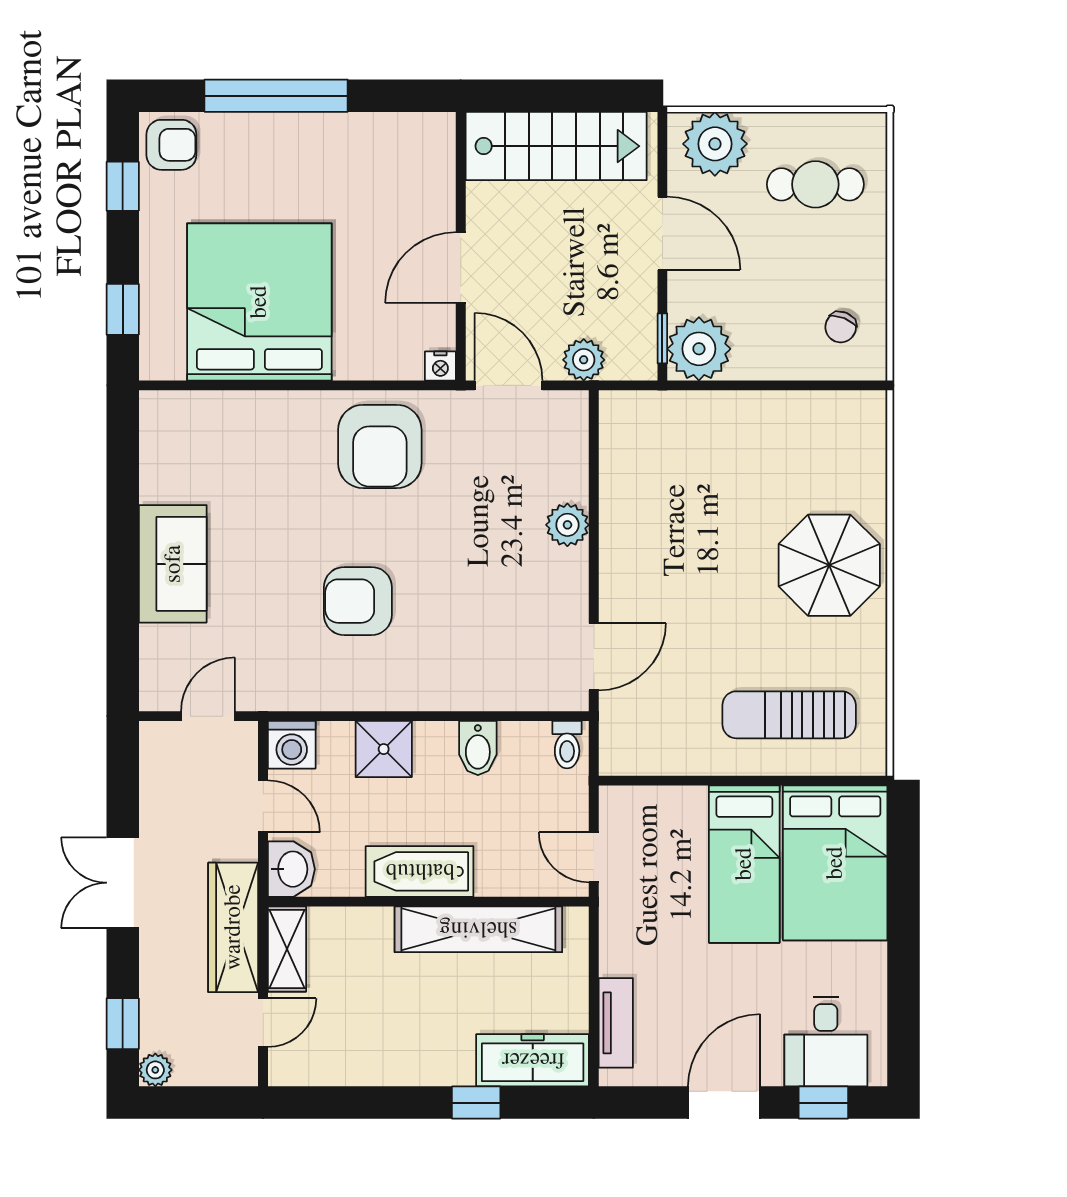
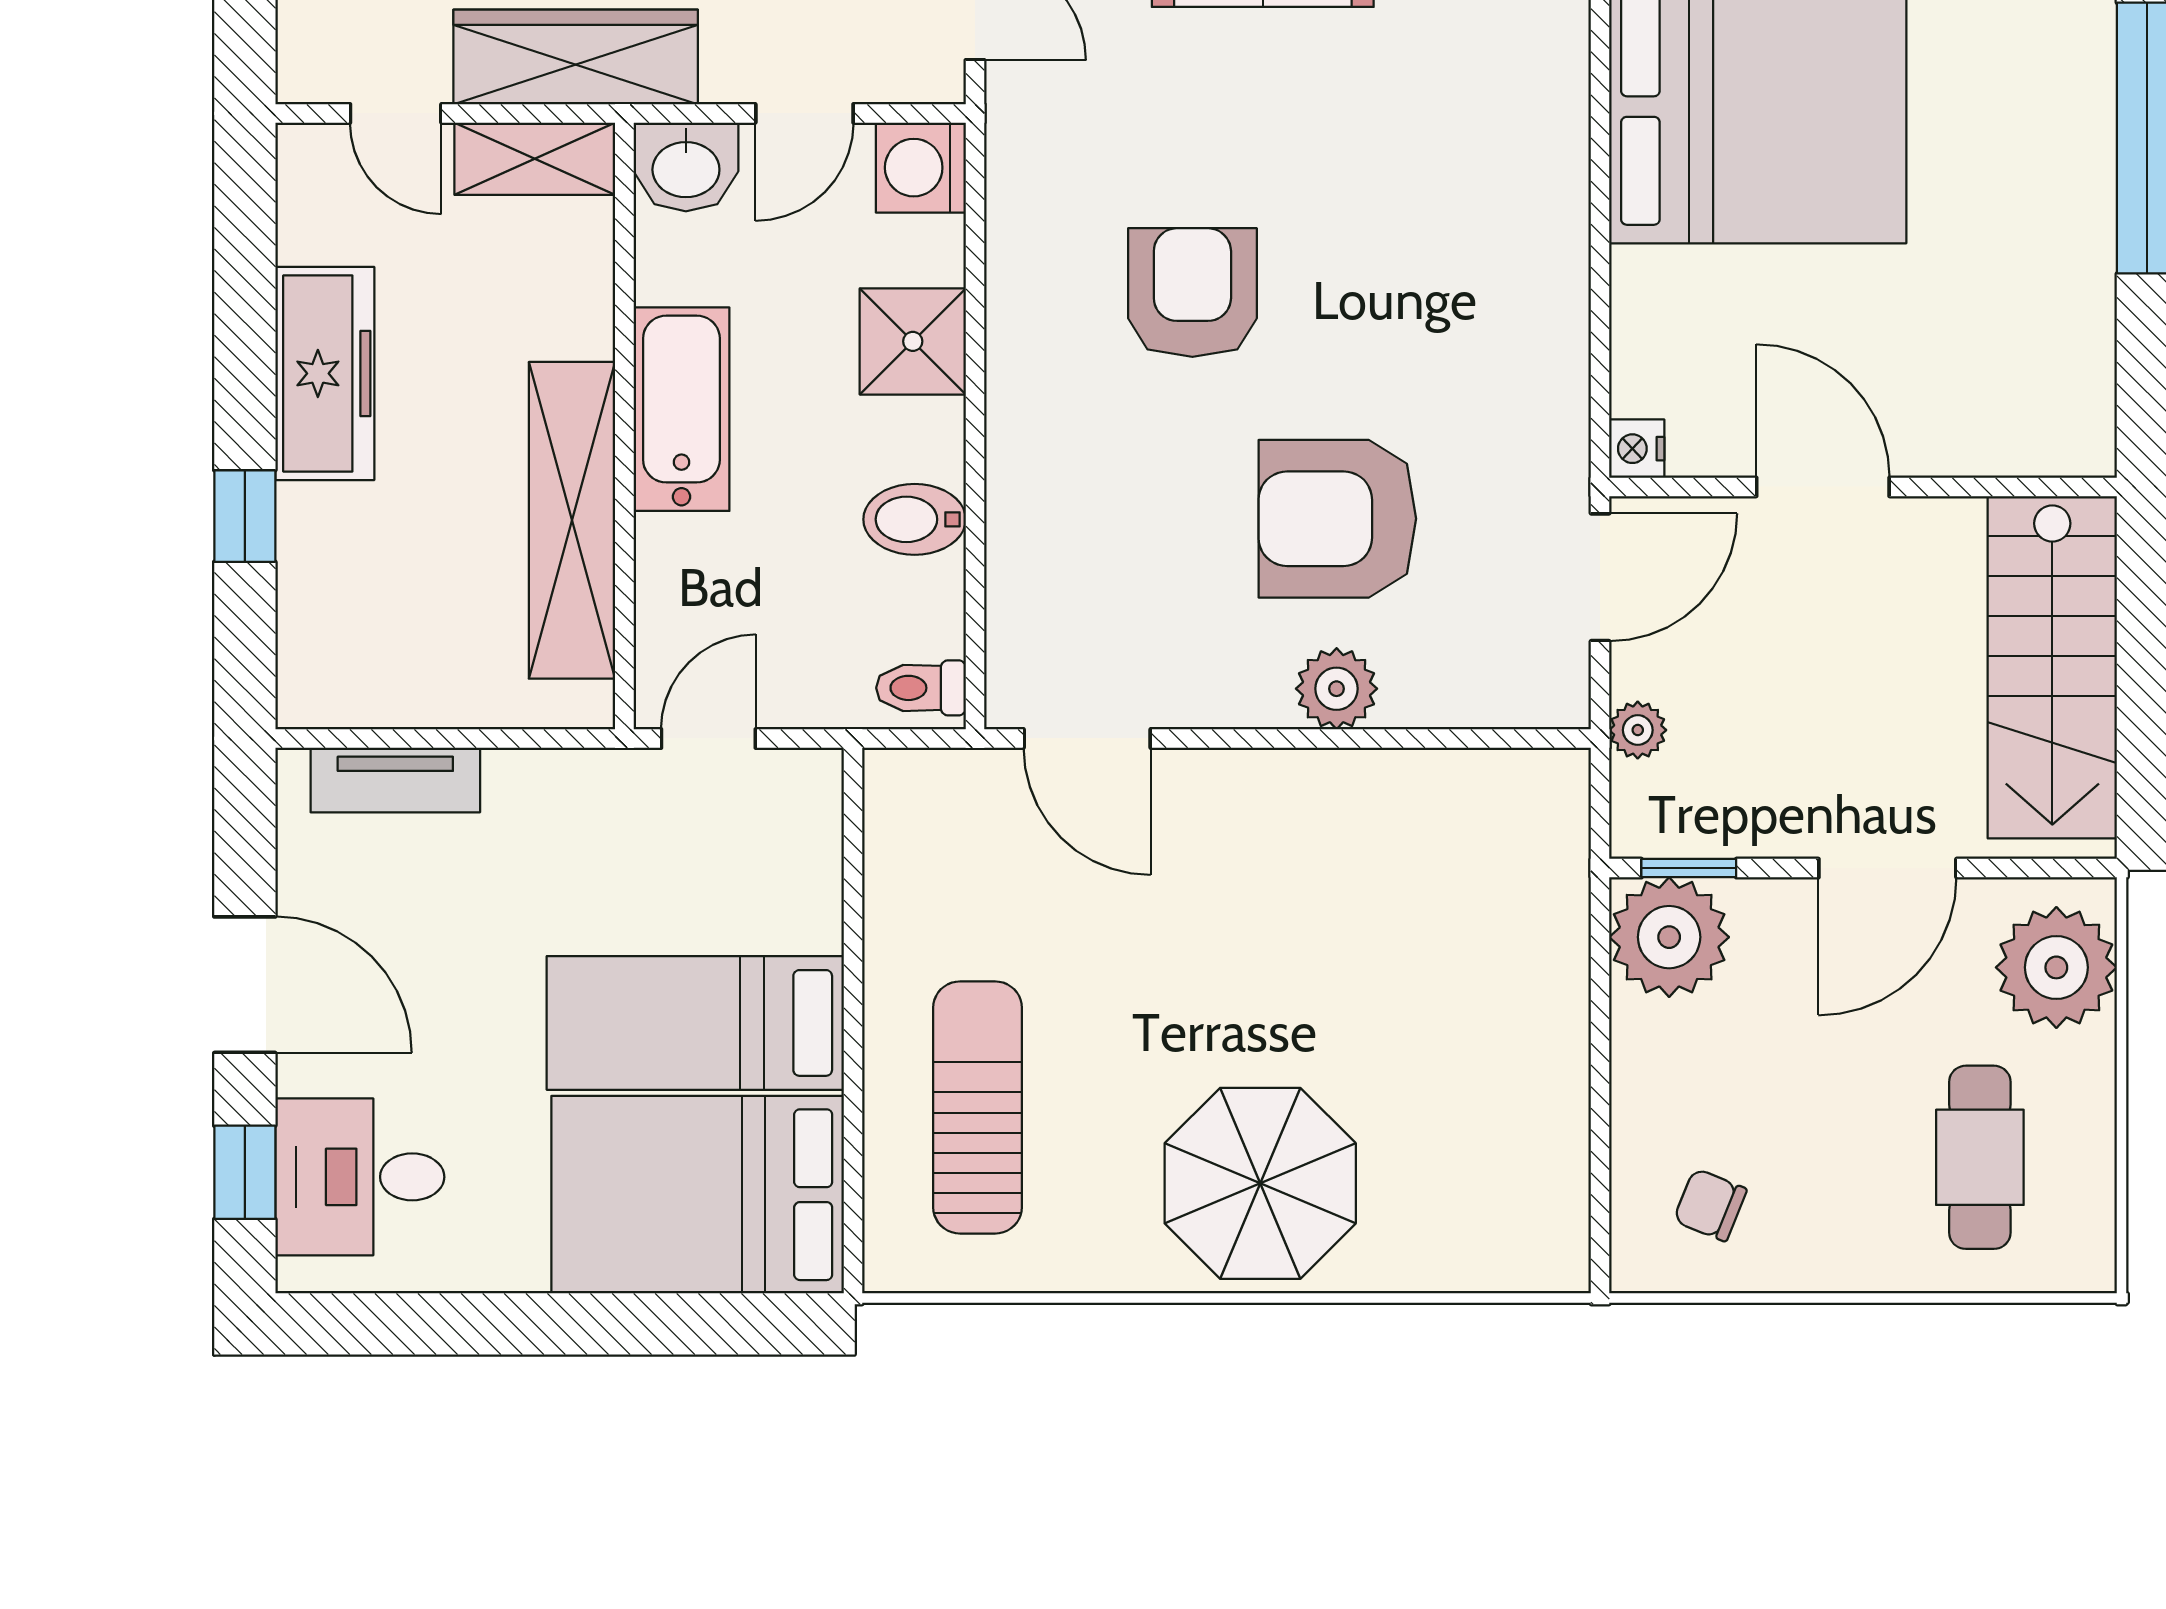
plant: (584, 360) -> (1638, 730), width x0.73, depth x0.73
armchair: (380, 446) -> (1337, 519), moved
freezer: (533, 1060) -> (325, 373), moved

